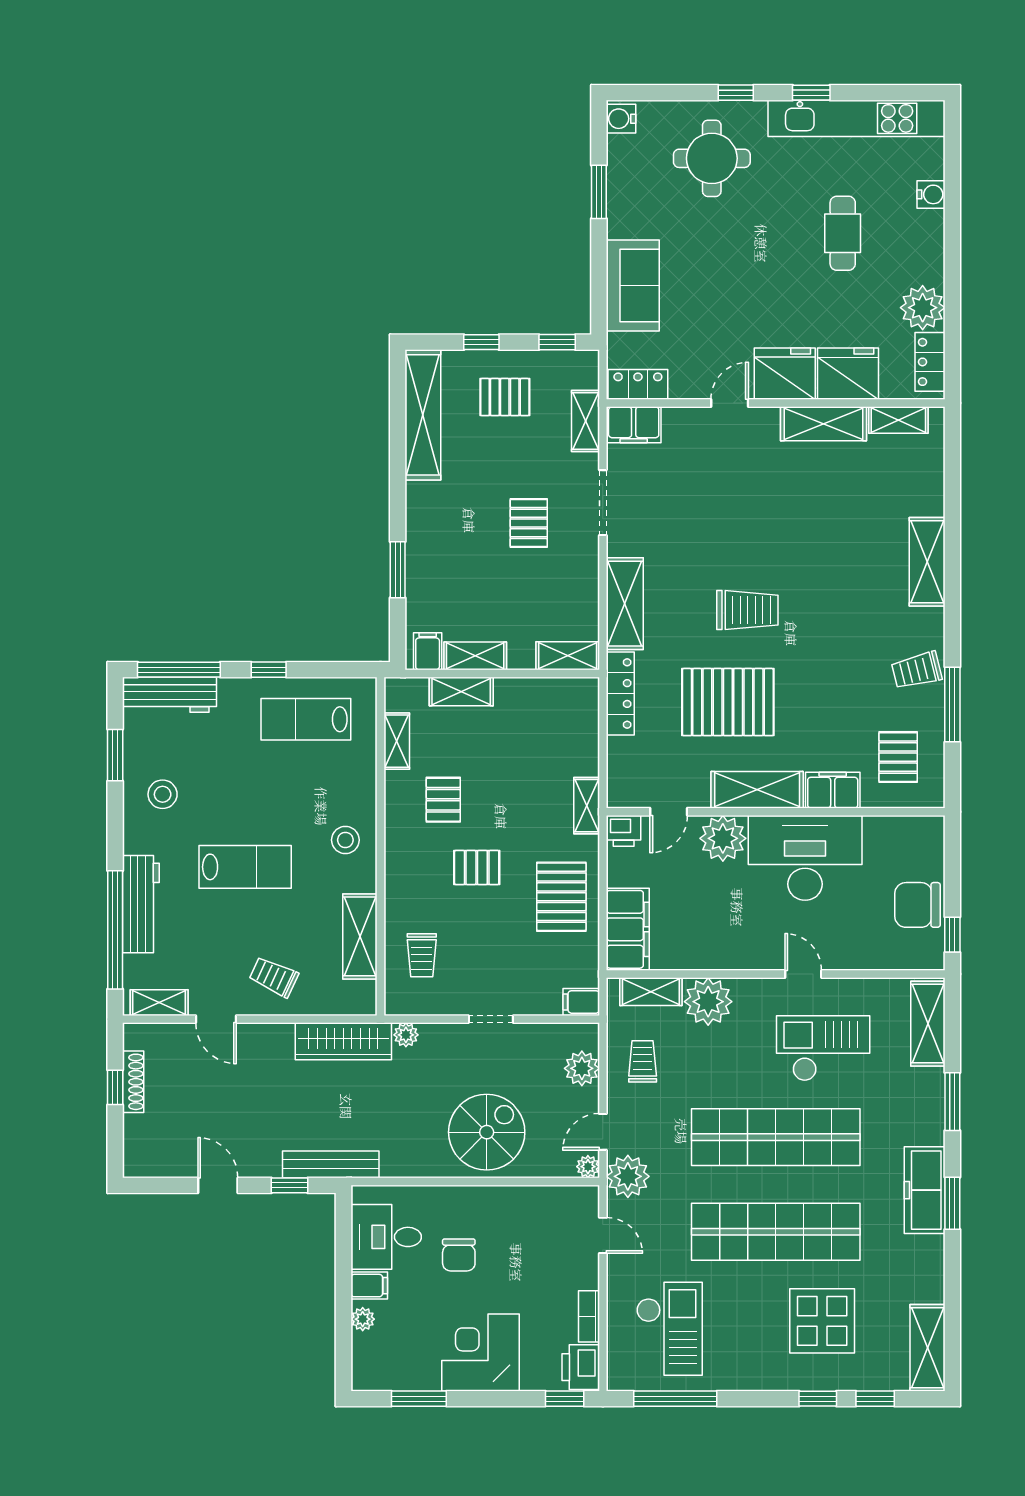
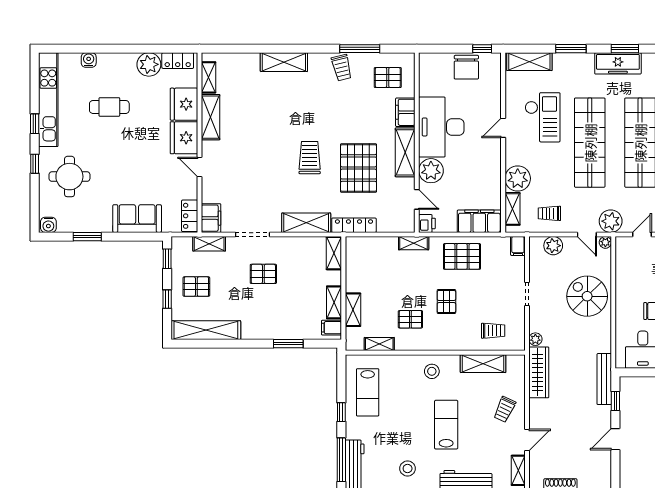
pallet: (505, 397) -> (196, 287), turned 90
checkout: (823, 1048) -> (543, 117), turned 180

